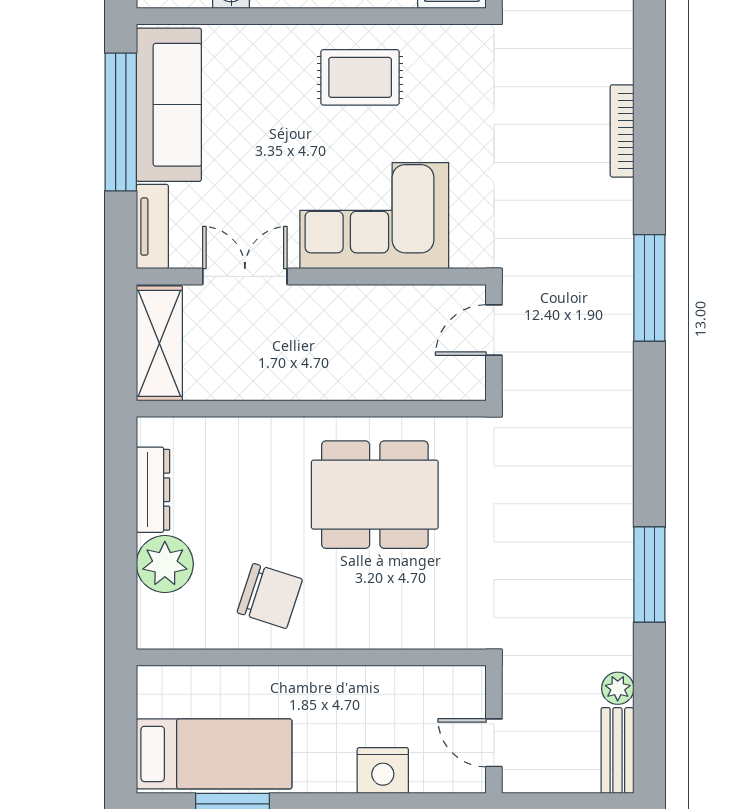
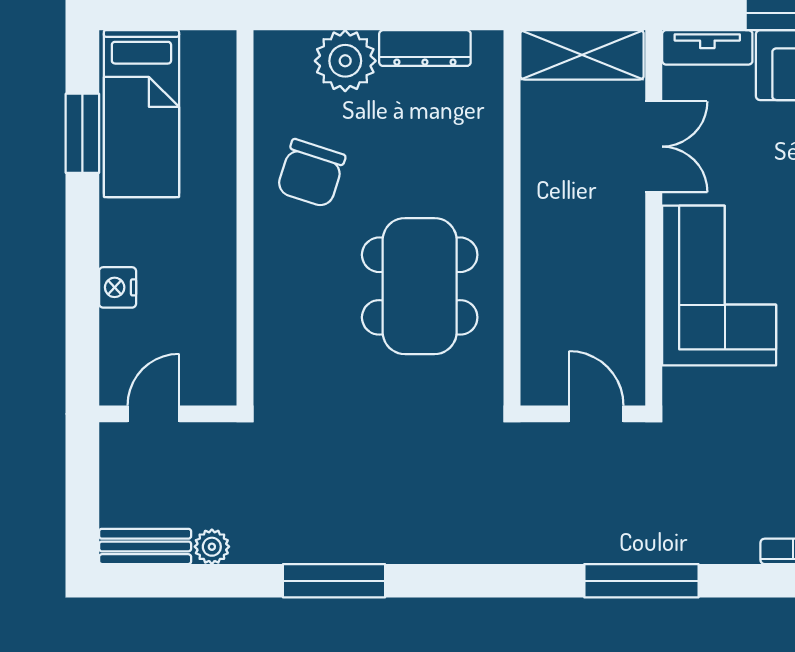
nightstand: (383, 771) -> (118, 287), width x0.74, depth x0.75

